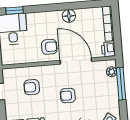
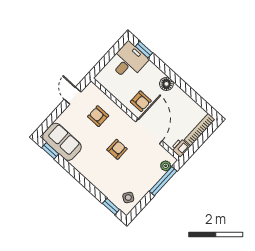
floor lamp: (69, 16) -> (166, 84), moved
armchair: (68, 96) -> (117, 149), turned 90

